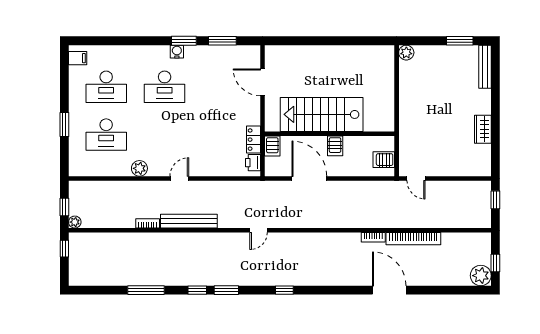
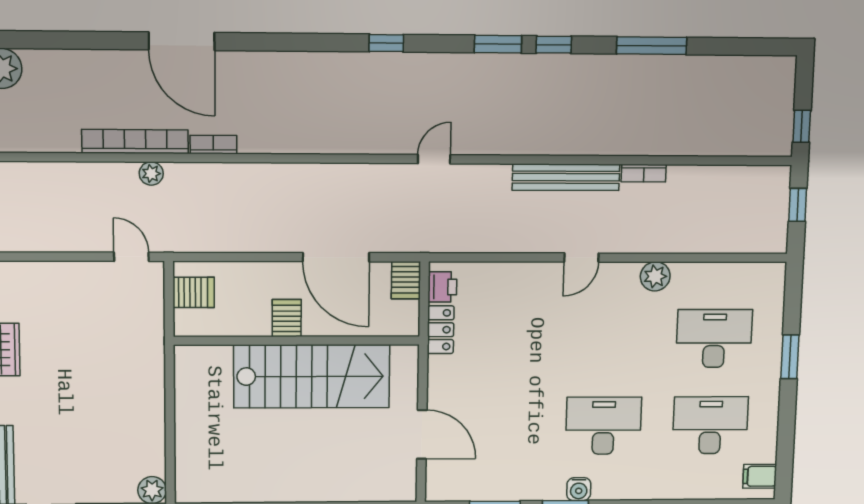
server rack: (272, 146) -> (406, 280), moved, turned 180
plant: (75, 222) -> (151, 174), moved

